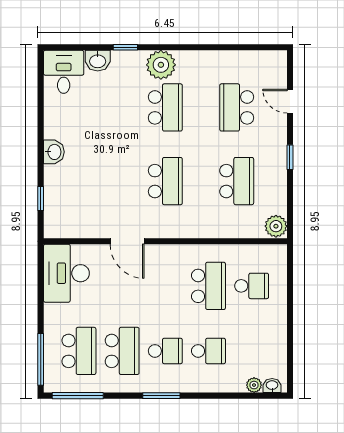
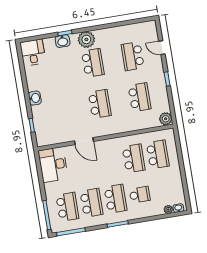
washbasin: (98, 61) -> (63, 41), moved
school desk: (252, 286) -> (158, 154), width x1.85
school desk: (165, 351) -> (116, 199), width x1.85

